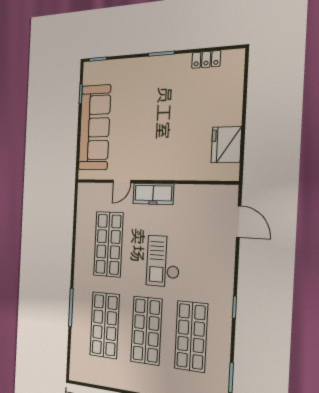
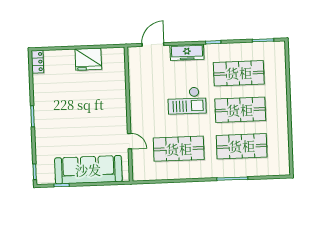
locker: (206, 59) -> (37, 62), moved
fridge: (226, 145) -> (88, 59), moved
freezer: (153, 194) -> (187, 52), moved, turned 90

